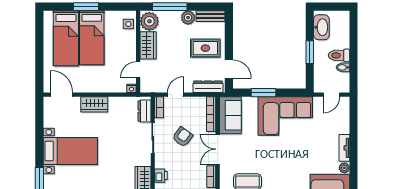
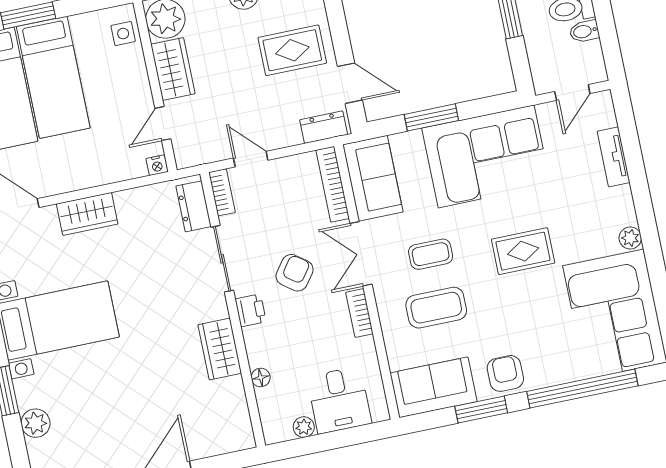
dresser: (208, 87) -> (324, 127), width x0.70
door: (176, 95) -> (251, 159), hinge flipped
armchair: (183, 137) -> (295, 273), moved
tv unit: (344, 148) -> (614, 157), moved
coffee table: (250, 156) -> (431, 254), added
rug: (293, 164) -> (523, 251), added
printer: (161, 176) -> (251, 310), moved

